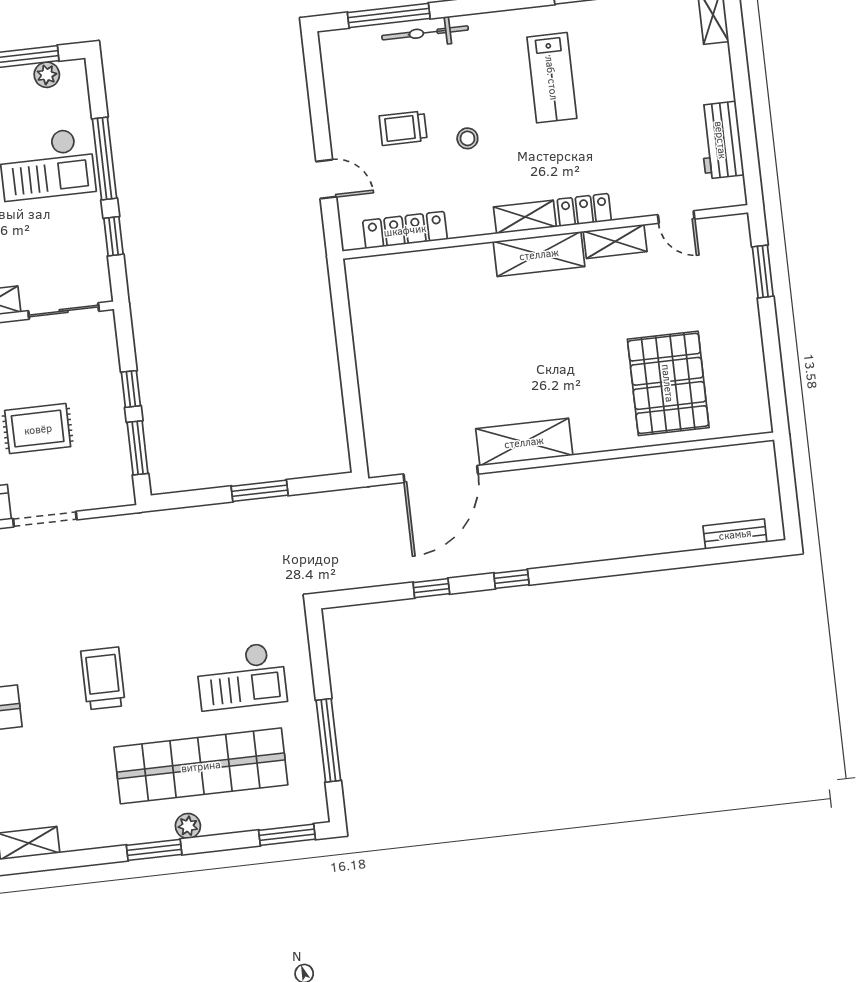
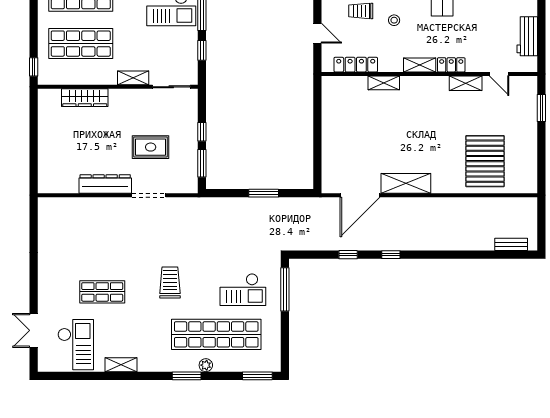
shelving: (539, 254) -> (384, 83), moved, width x0.67, depth x0.75
window: (328, 740) -> (285, 289), moved

